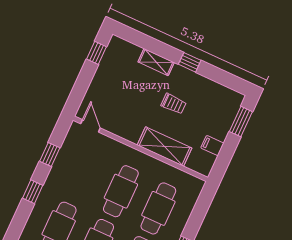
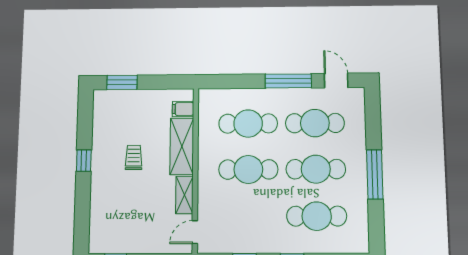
shelving: (156, 62) -> (184, 195), moved
filing cabinet: (212, 146) -> (183, 109), moved, turned 90

